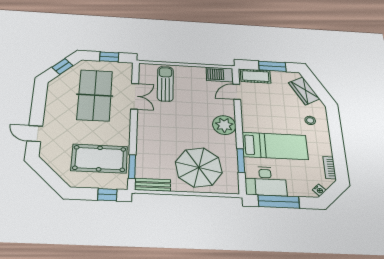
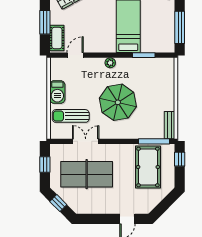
barbecue: (220, 74) -> (57, 92), moved
door: (237, 92) -> (75, 55), swing flipped
plant: (224, 125) -> (110, 63), width x0.53, depth x0.53
window: (132, 167) -> (154, 141), width x1.44
parasol: (199, 167) -> (118, 102), moved
desk: (266, 181) -> (162, 36), removed

